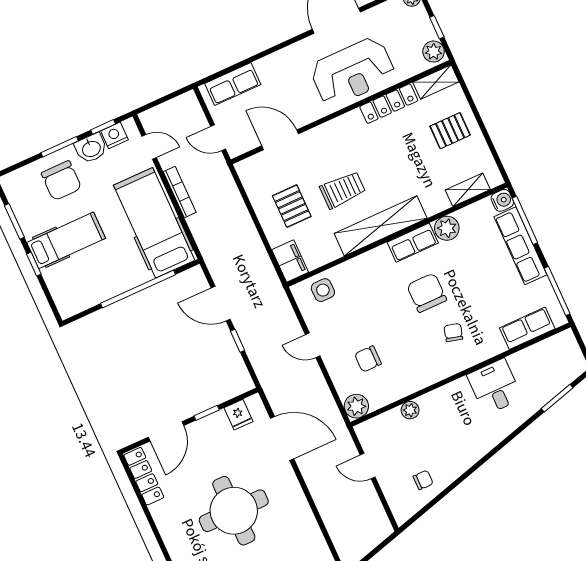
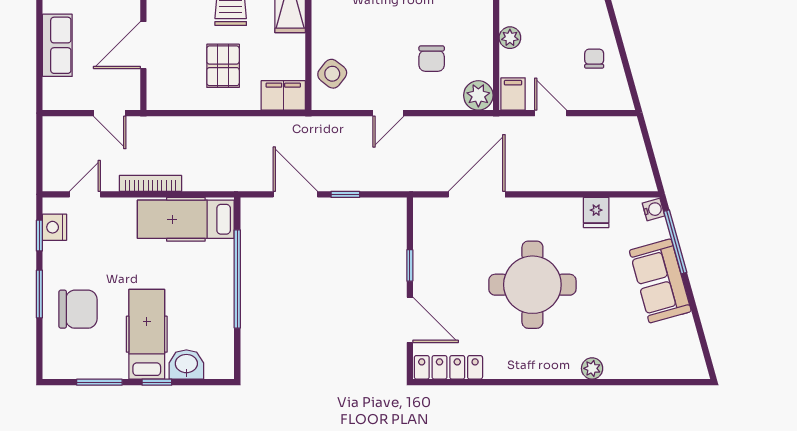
row of seats: (233, 84) -> (57, 45), moved
door: (218, 138) -> (110, 113), hinge flipped
washbasin: (91, 148) -> (186, 364), moved, turned -90
pallet: (292, 206) -> (223, 66), turned 90
hospital bed: (154, 223) -> (186, 219), width x0.73, depth x0.78
side table: (323, 290) -> (332, 74), turned 38
door: (221, 304) -> (295, 194), swing flipped
fridge: (238, 415) -> (596, 213), moved, turned 90
filing cabinet: (369, 432) -> (513, 94), added
door: (368, 466) -> (551, 113), swing flipped

